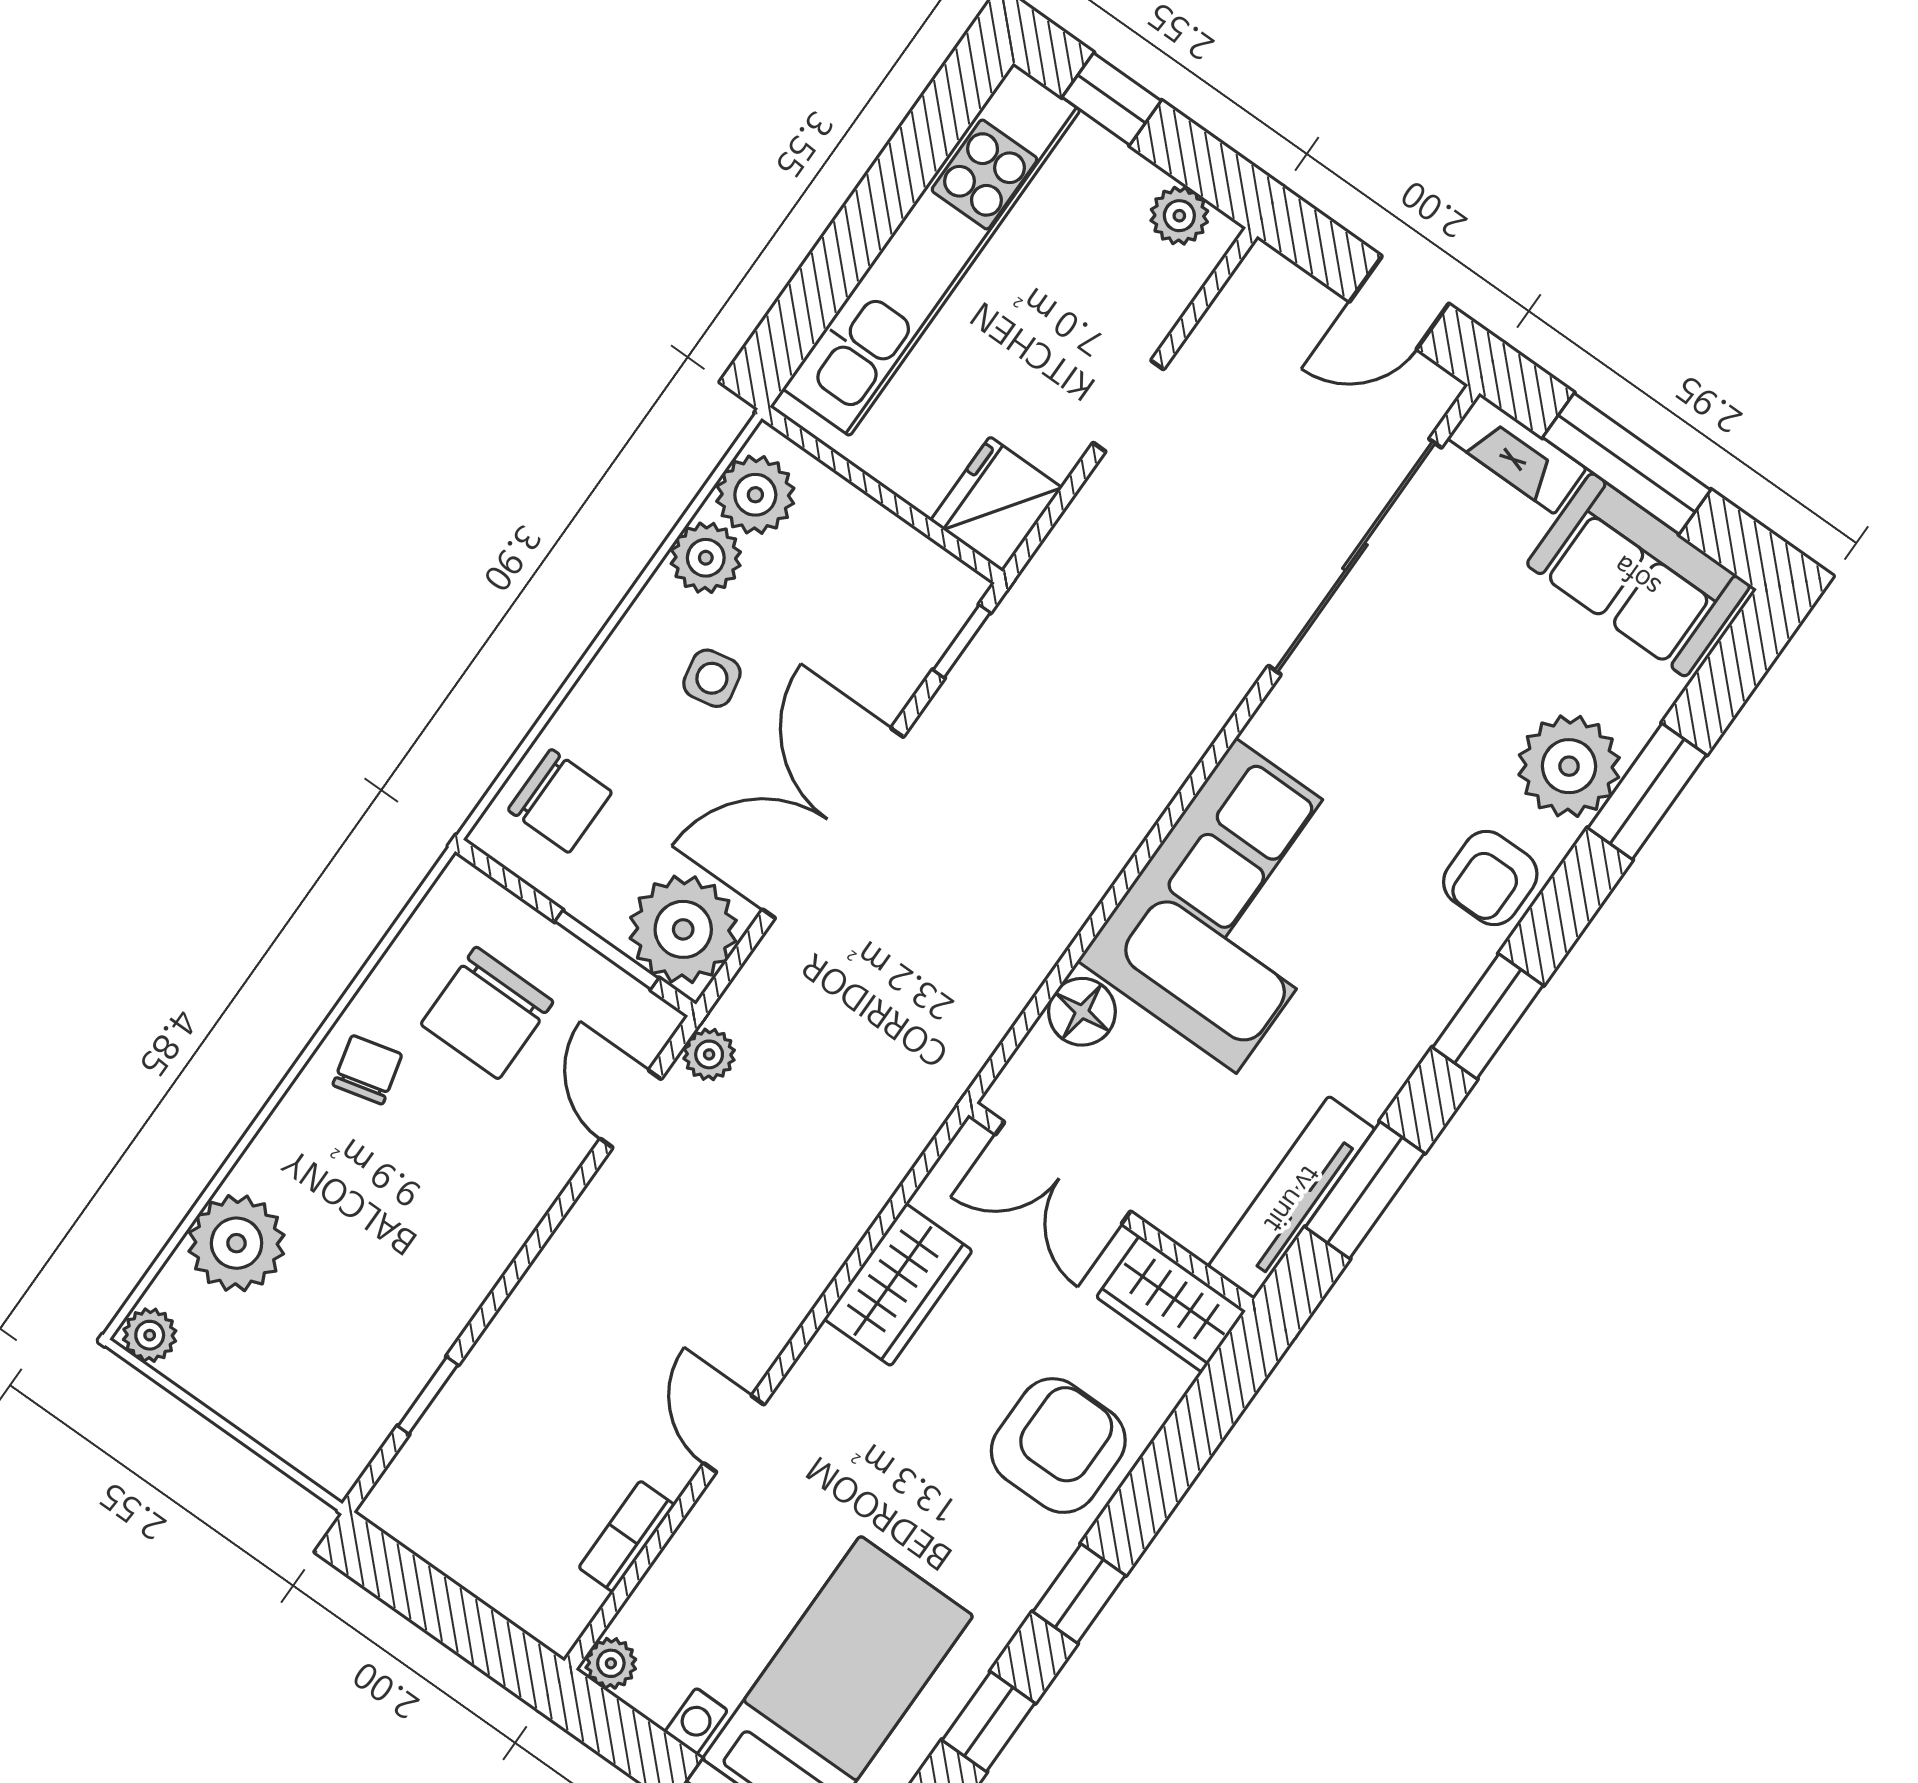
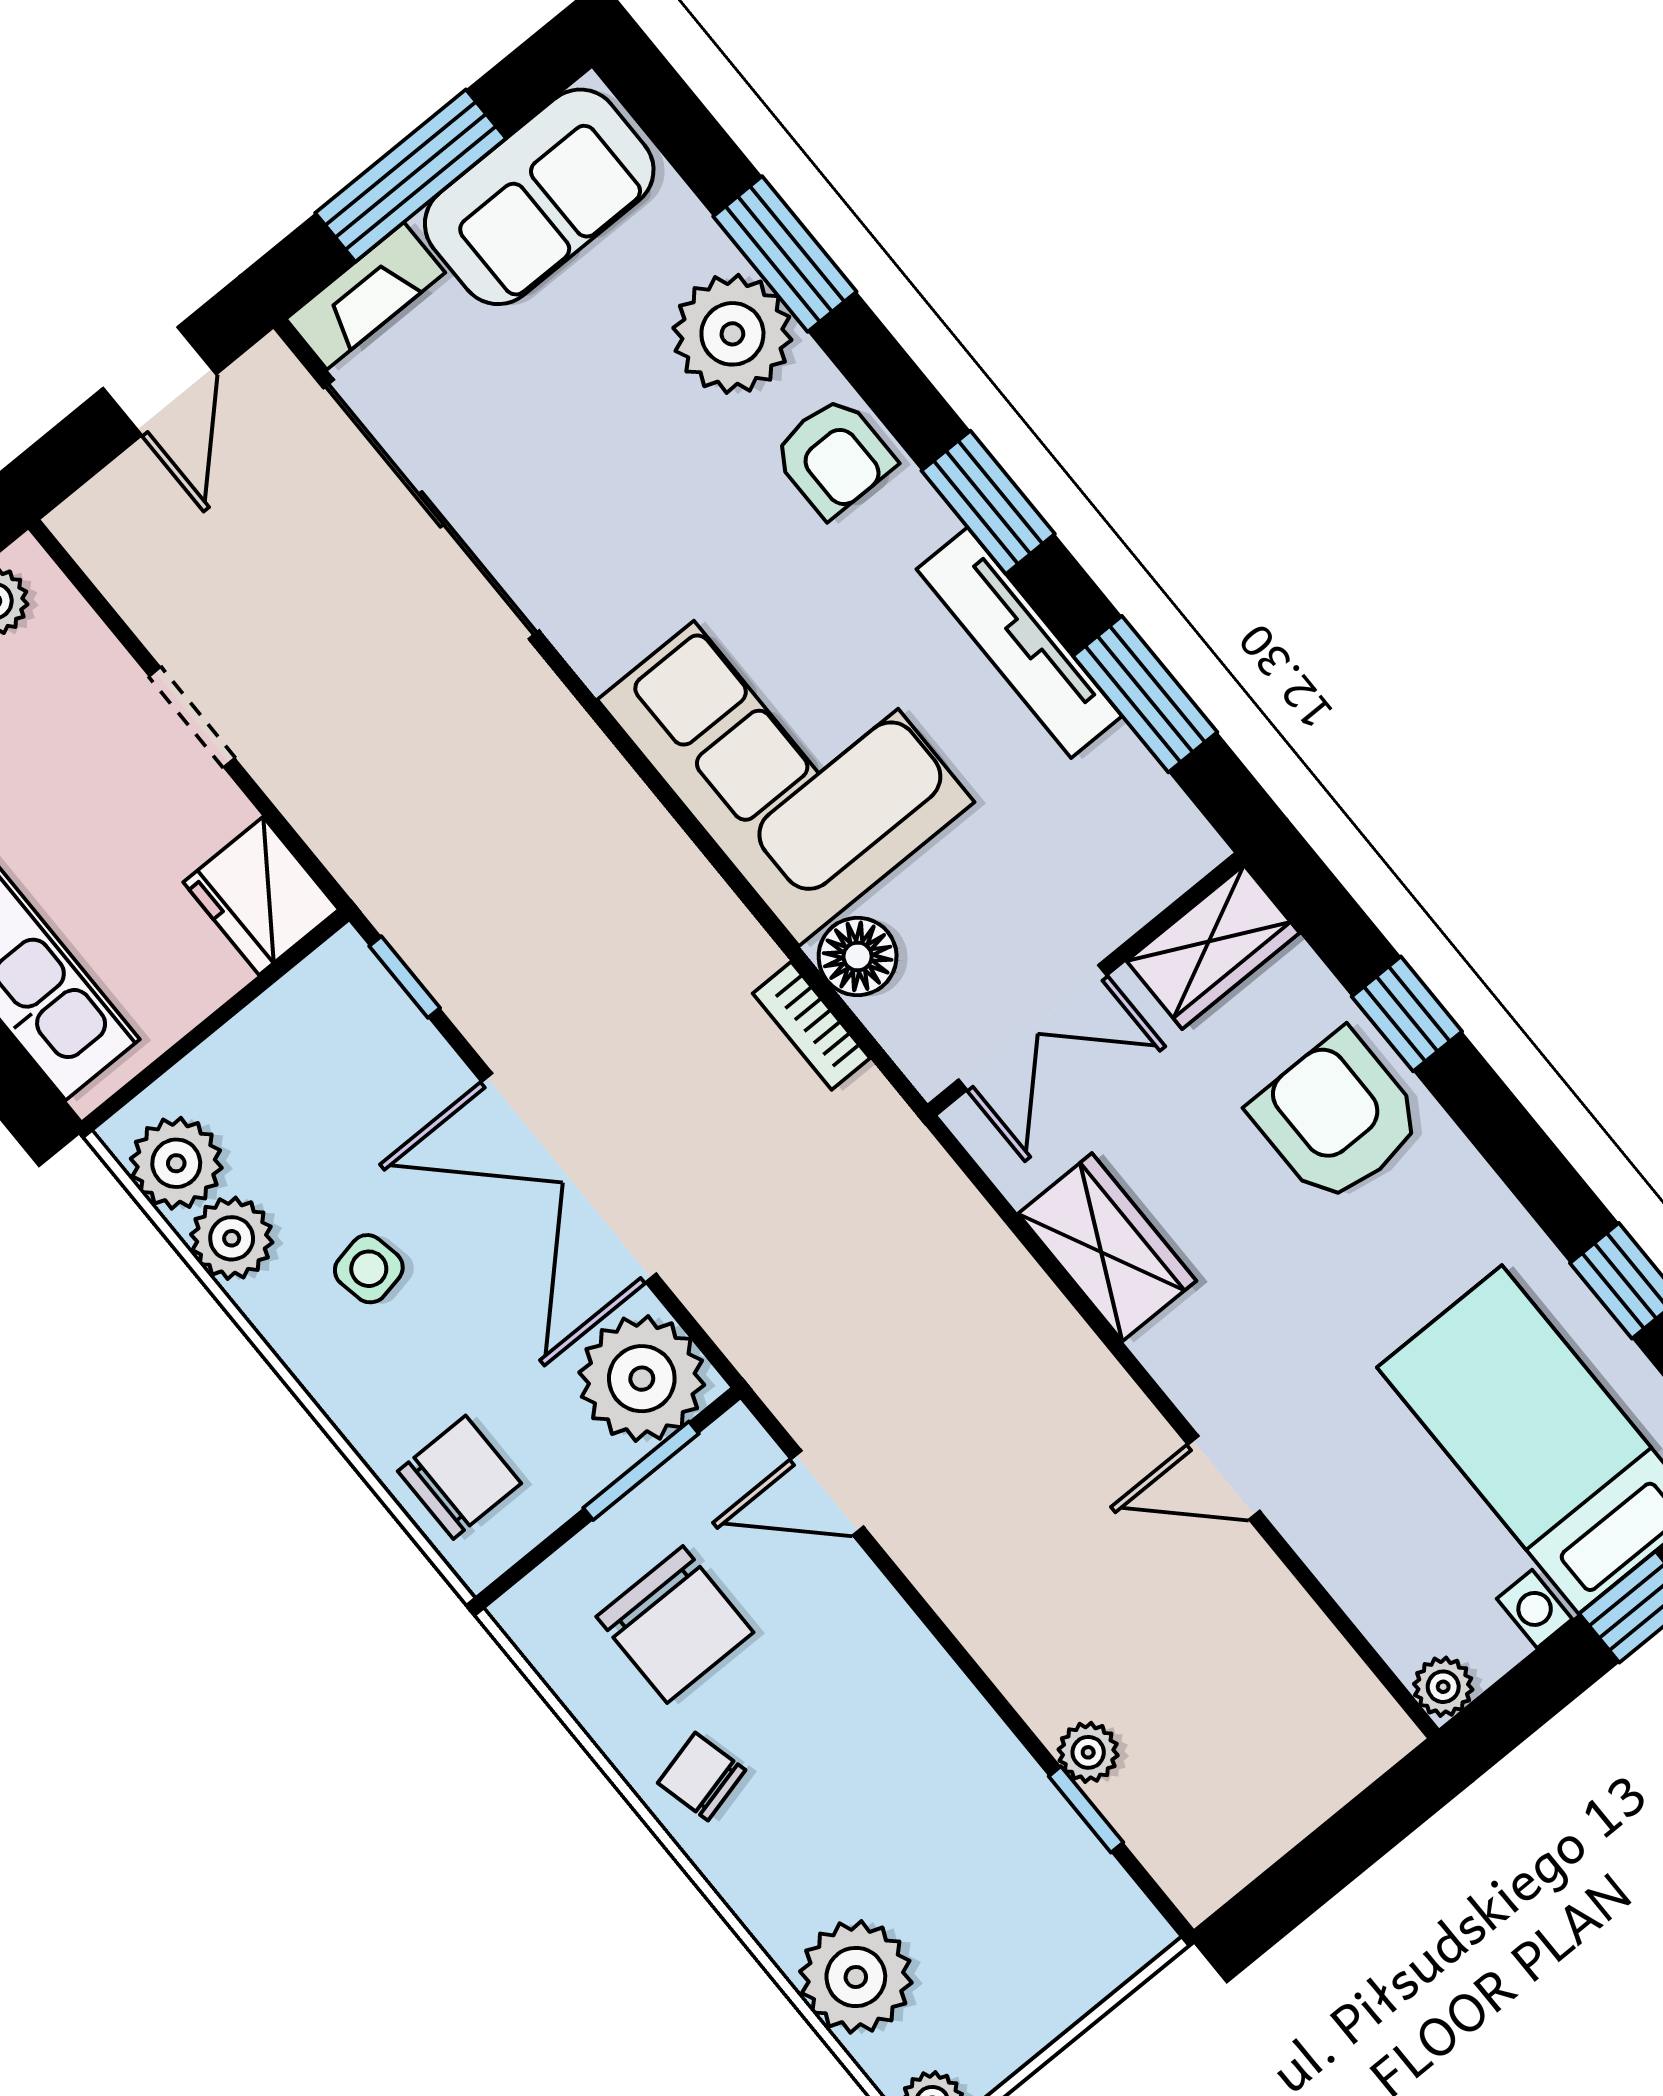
plant: (709, 1054) -> (1088, 1752), moved
tv unit: (1291, 1198) -> (1019, 643), moved
bookcase: (627, 1536) -> (811, 1026), moved
window: (1079, 1593) -> (1407, 1014), moved

